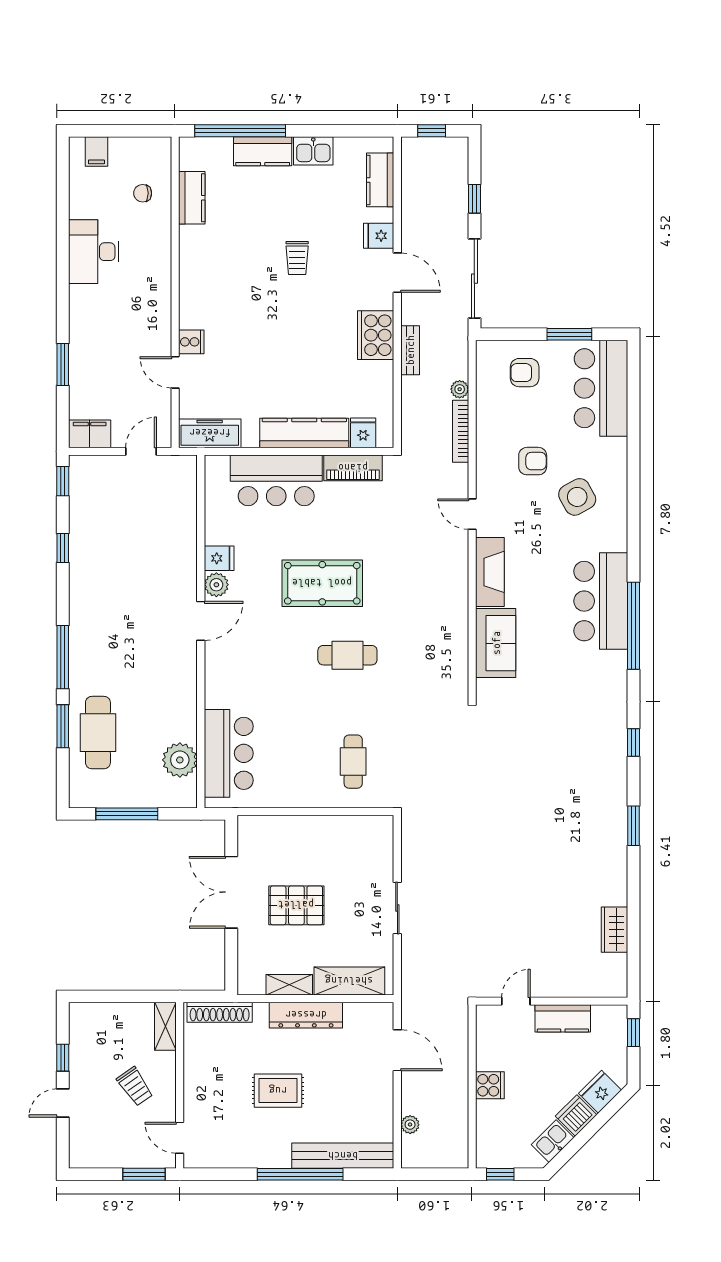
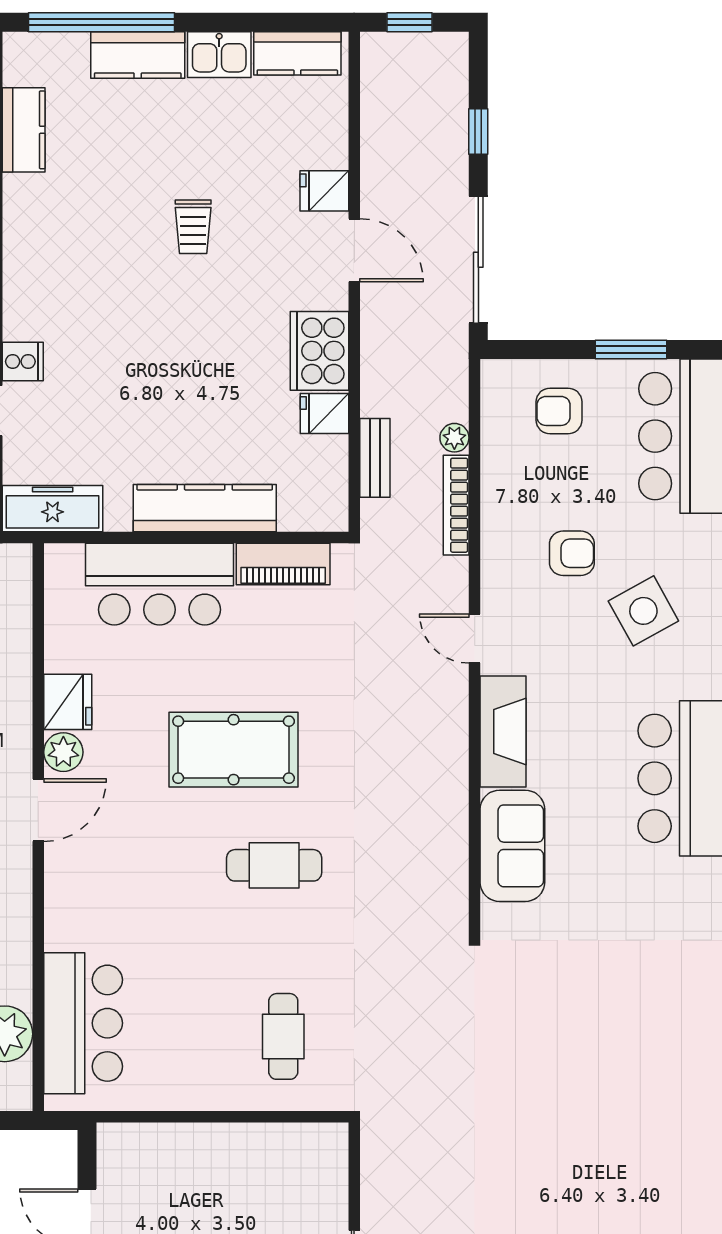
kitchen counter: (380, 180) -> (297, 53), moved, turned -90
bench: (410, 350) -> (375, 458), moved
fridge: (363, 433) -> (324, 413), moved, turned -90
fridge: (219, 558) -> (68, 702), width x1.38

